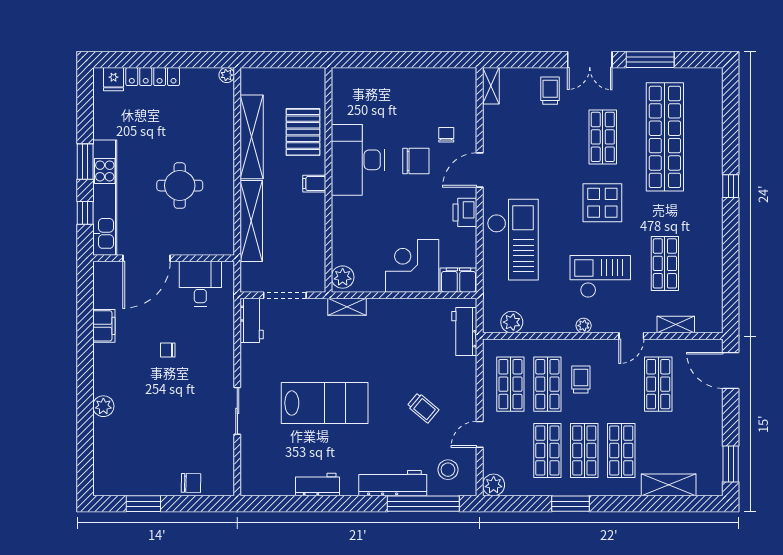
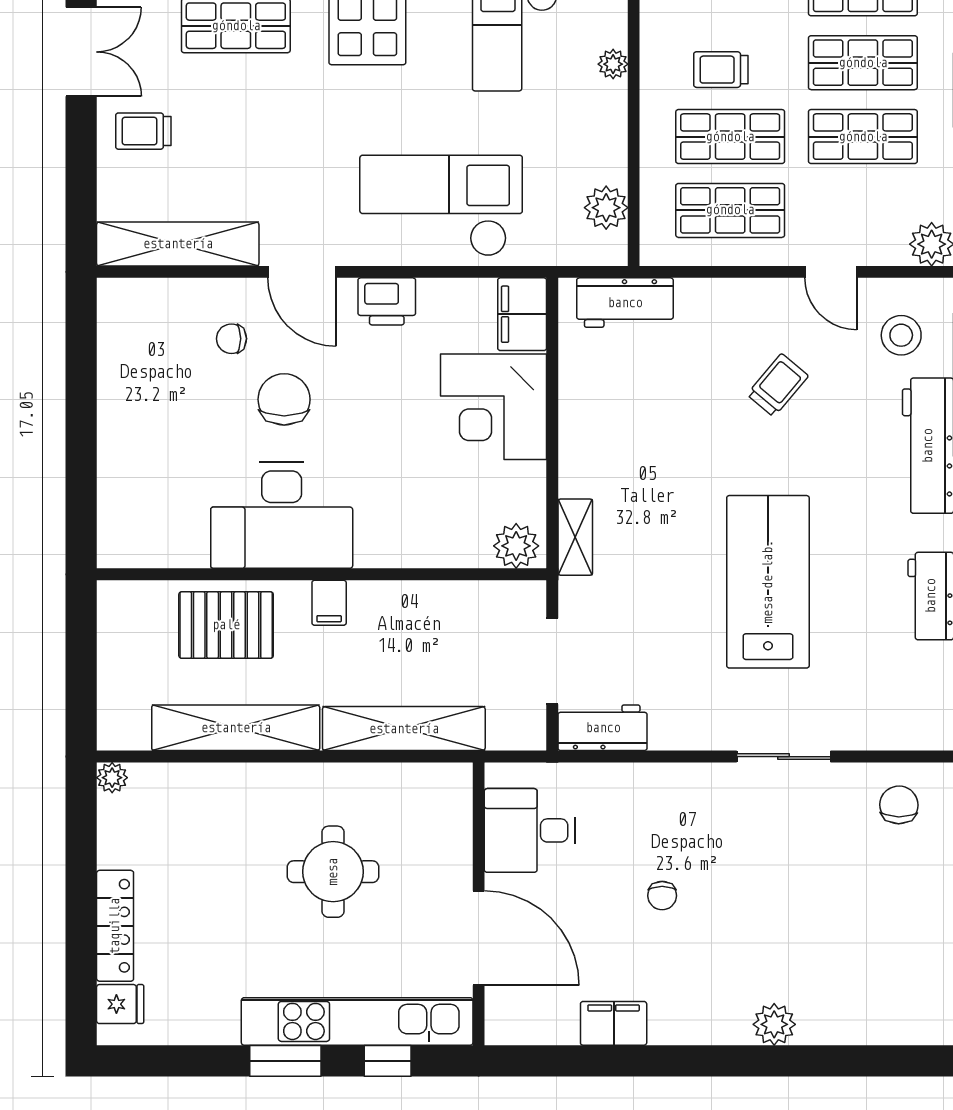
shelving: (491, 86) -> (178, 244), width x2.20, depth x1.33
chair: (191, 483) -> (899, 805), moved

